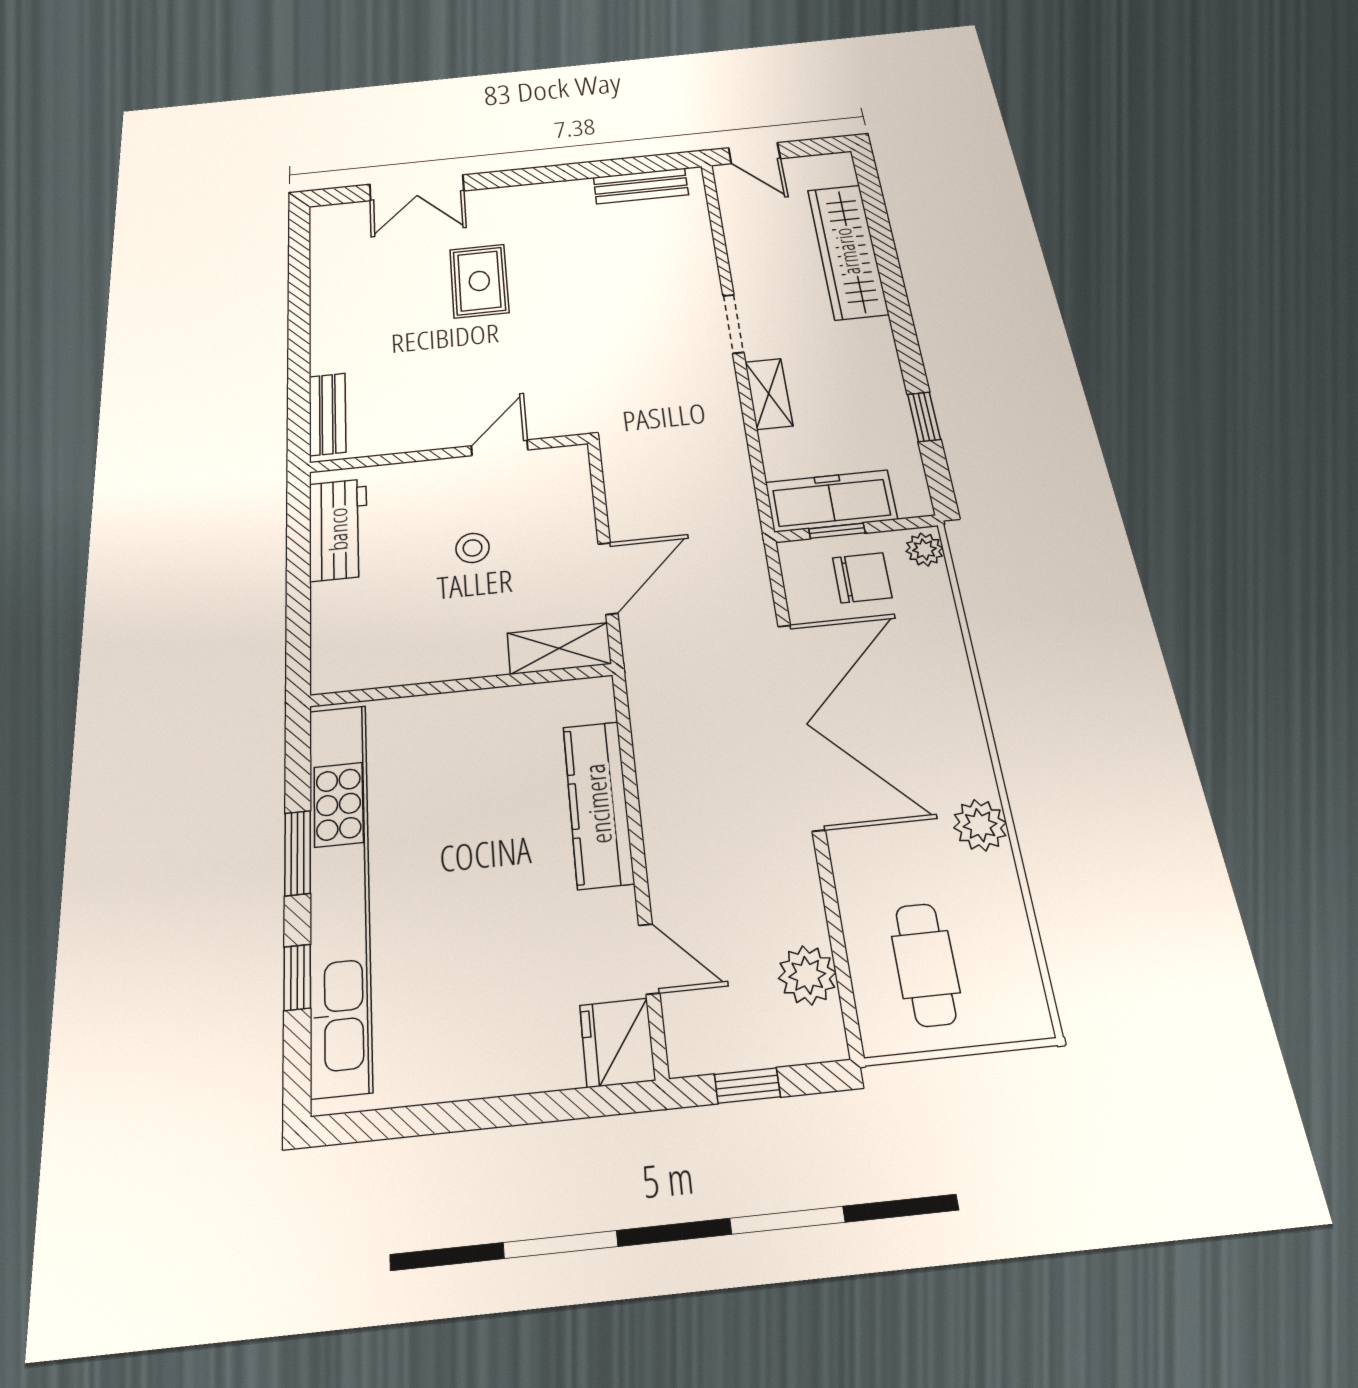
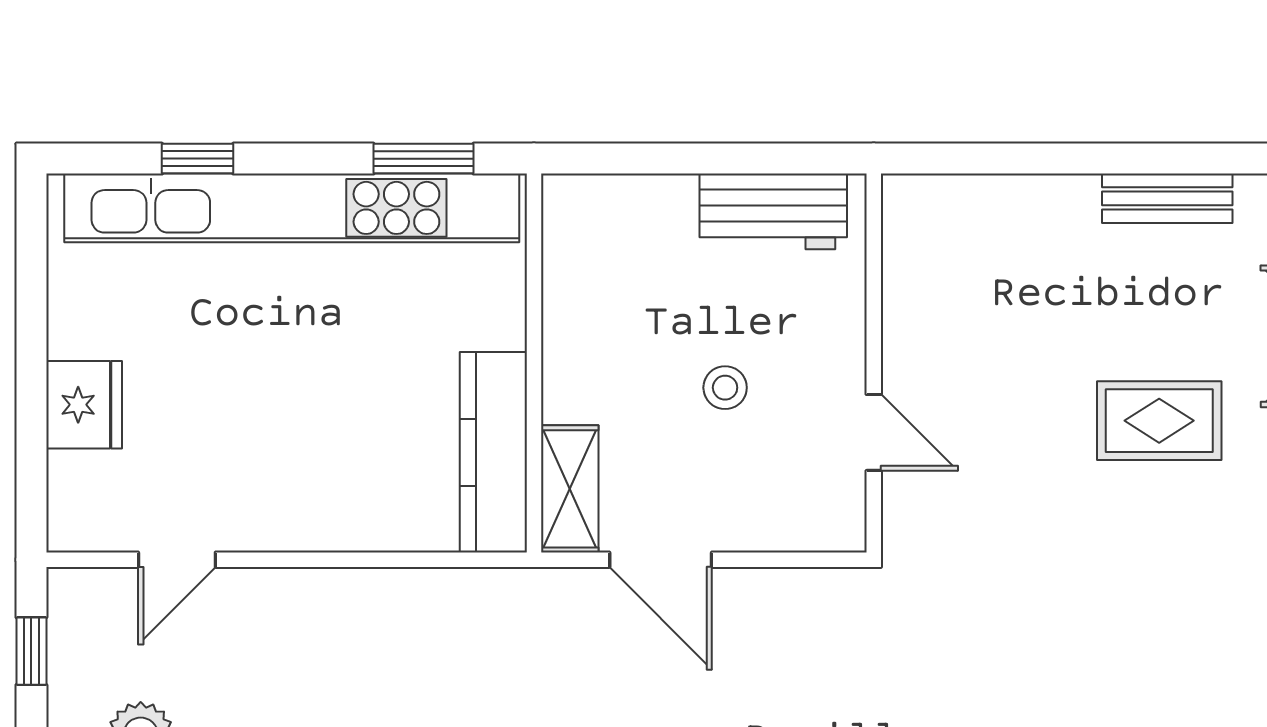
bench: (327, 414) -> (1167, 198), moved
kitchen counter: (598, 804) -> (493, 452), moved, turned -90
window: (298, 853) -> (423, 159), moved
fridge: (617, 1043) -> (84, 405), moved, turned 90

